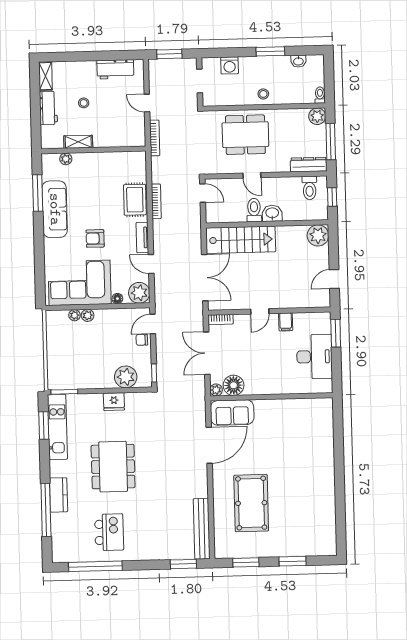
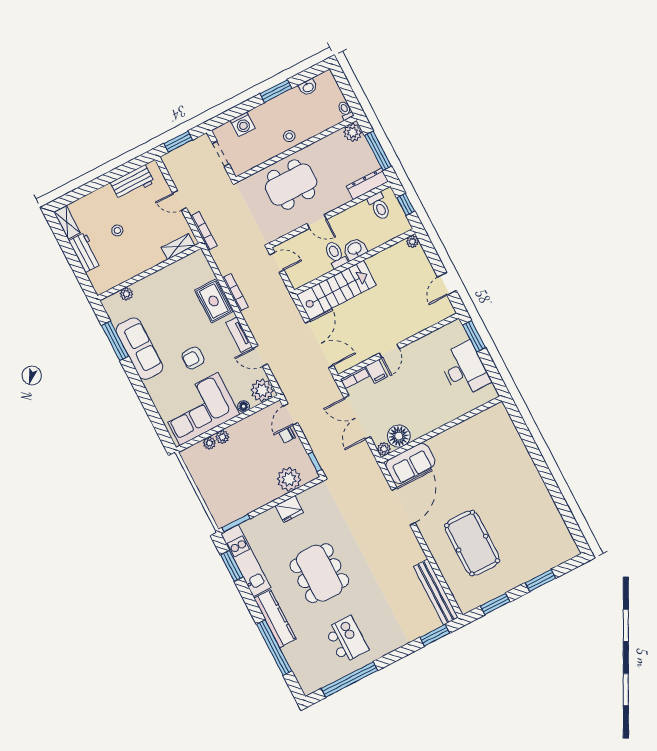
shelving: (78, 142) -> (178, 247), moved
plant: (318, 235) -> (413, 242), width x0.53, depth x0.53
filing cabinet: (286, 322) -> (377, 371), moved
kitchen counter: (59, 495) -> (275, 619), width x1.50

